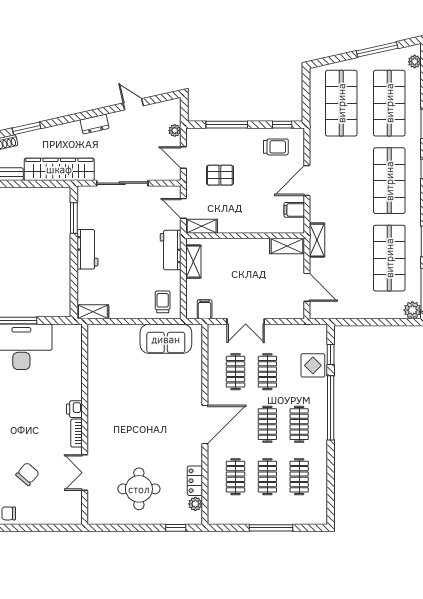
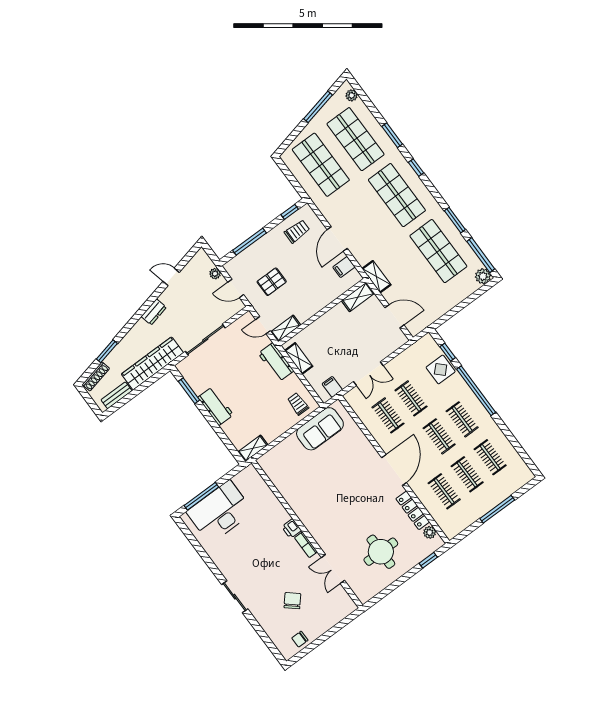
locker: (195, 481) -> (413, 510), width x1.53

